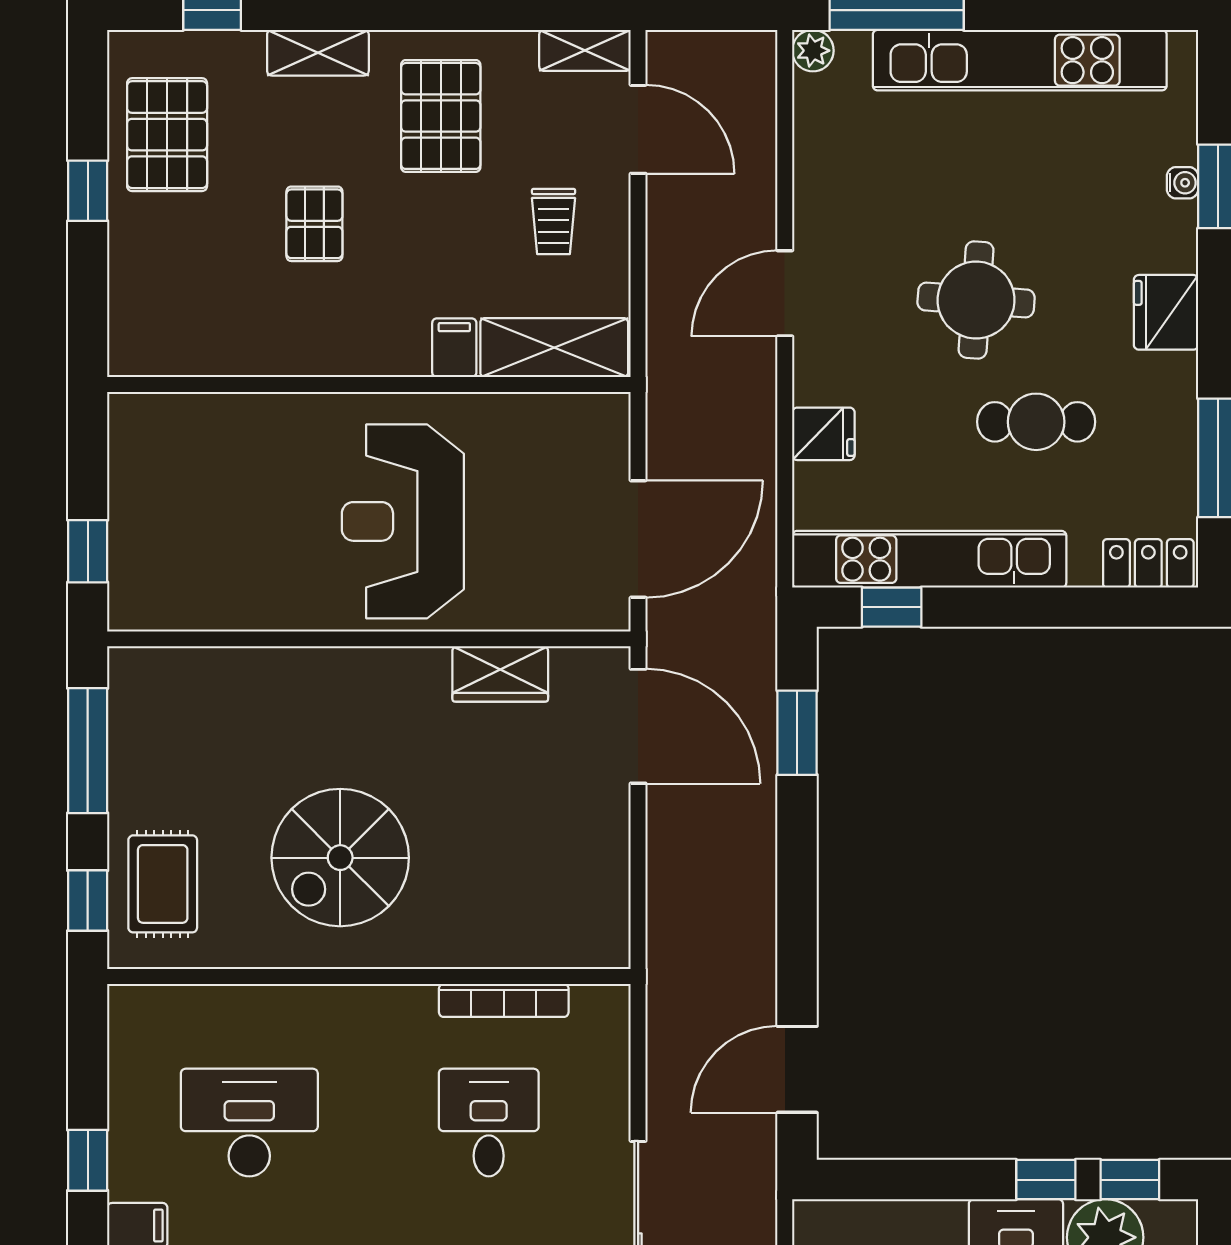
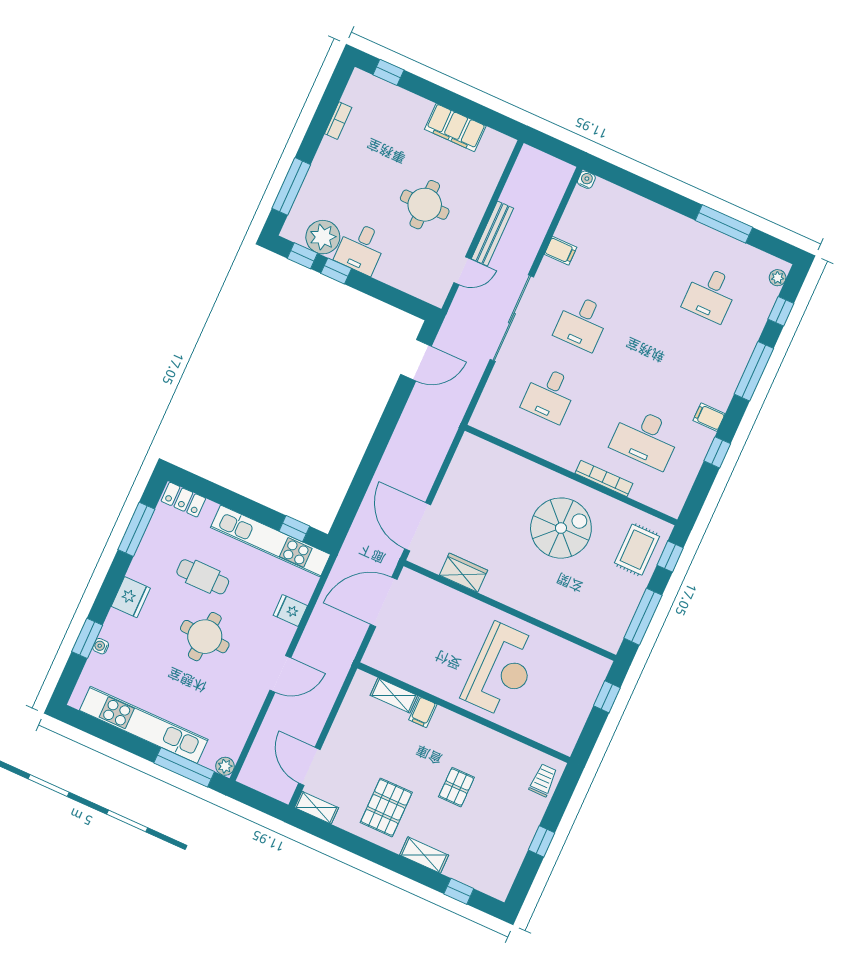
pallet: (167, 135) -> (499, 850), removed
trolley: (554, 221) -> (543, 780), moved
shelving: (554, 348) -> (394, 695), width x0.67, depth x0.75
reception desk: (403, 521) -> (501, 670), moved
window: (797, 733) -> (355, 495), removed
bookcase: (504, 1000) -> (604, 478), moved

